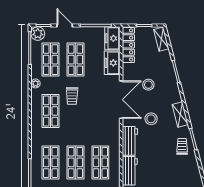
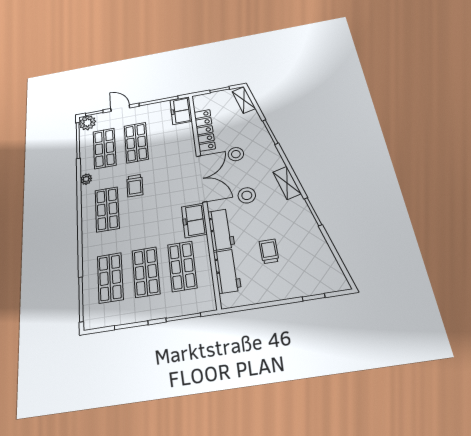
locker: (128, 45) -> (205, 130), moved
freezer: (112, 63) -> (194, 220), moved
trolley: (182, 146) -> (269, 251), moved

